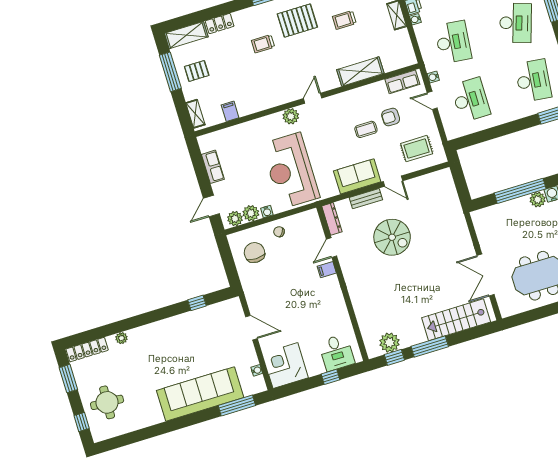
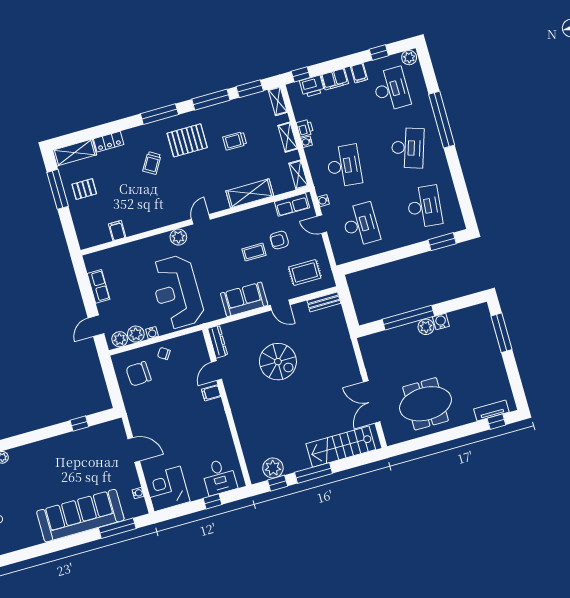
trolley: (263, 44) -> (152, 163), turned -59
shelving: (195, 114) -> (298, 175), moved
bench: (366, 199) -> (324, 302), moved
chair: (254, 253) -> (139, 374), turned -93

